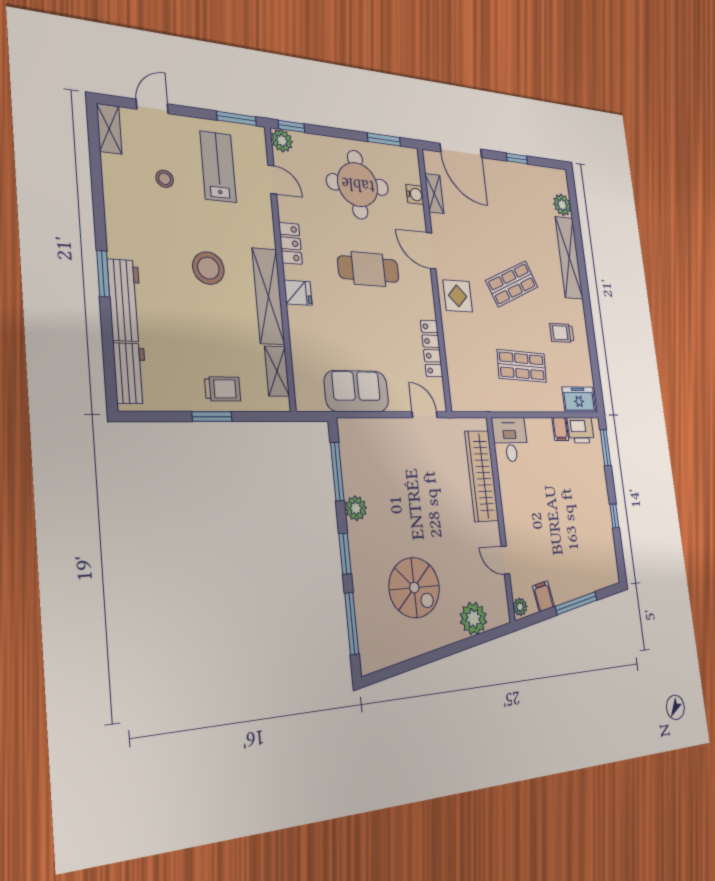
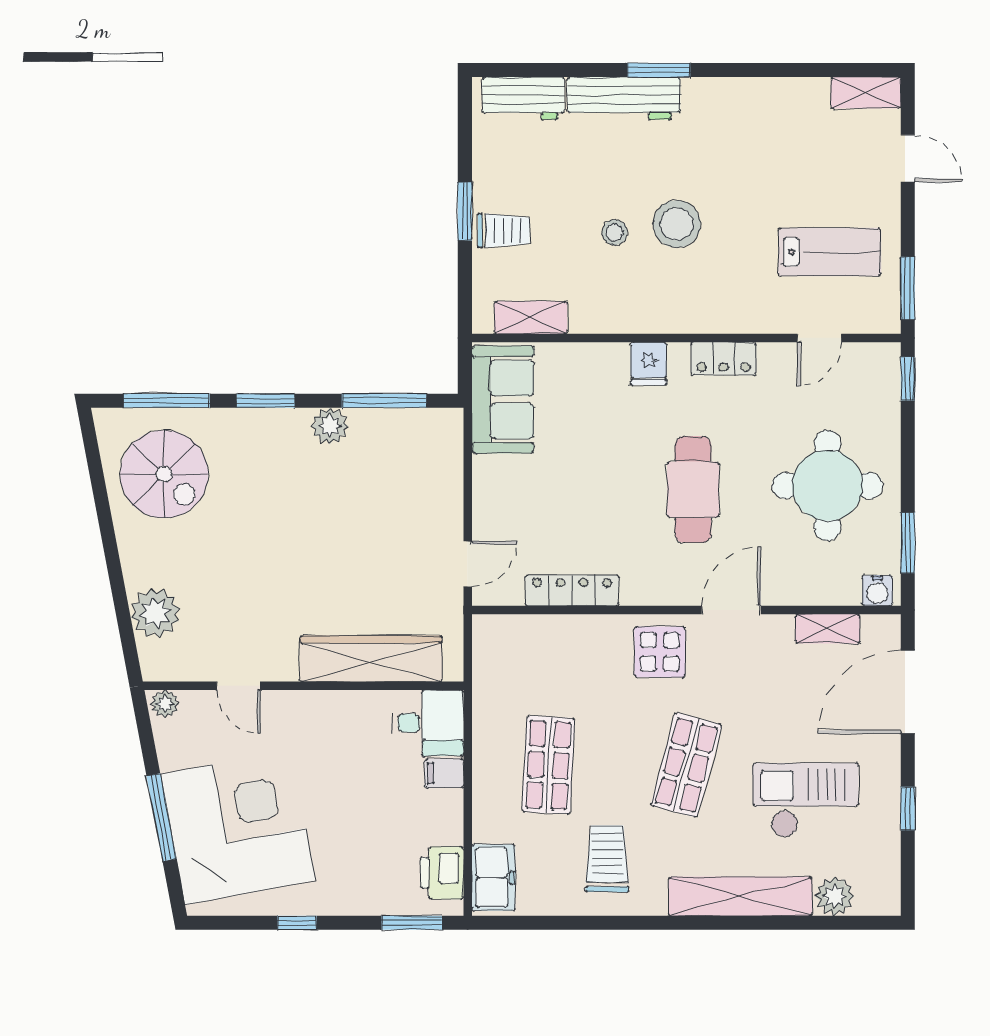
plant: (282, 141) -> (883, 360), removed
stool: (165, 179) -> (615, 232), moved
water cooler: (415, 194) -> (877, 591), moved
checkout: (520, 216) -> (806, 800), added
shop shelf: (512, 284) -> (686, 765), turned 39
shelving: (268, 296) -> (641, 314), removed
trolley: (562, 333) -> (607, 859), width x1.36, depth x1.39
trolley: (223, 389) -> (504, 231), turned -90
sofa: (357, 391) -> (503, 400), moved
filing cabinet: (560, 429) -> (444, 773), moved
corner desk: (575, 555) -> (238, 827), added
door: (505, 560) -> (238, 686), swing flipped
spiral stairs: (414, 588) -> (164, 474), moved, turned -90
filing cabinet: (543, 596) -> (178, 752), removed

